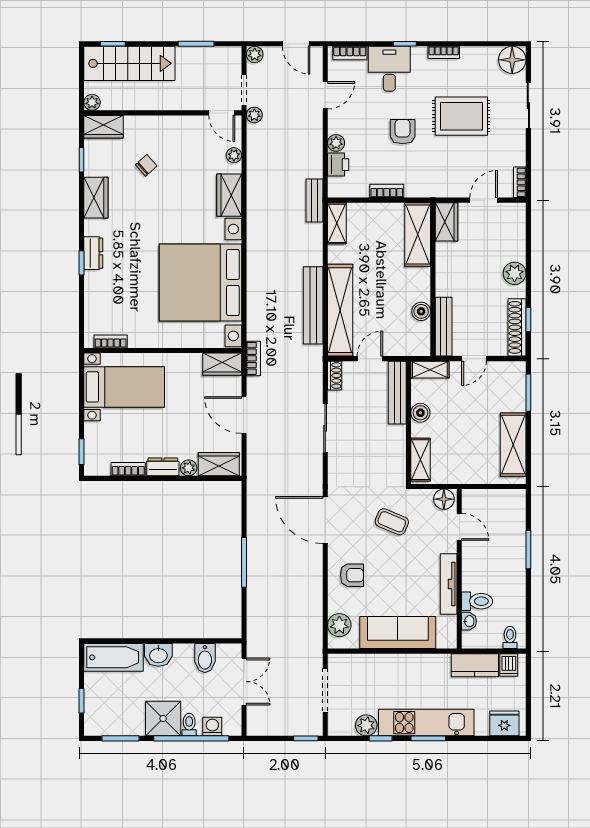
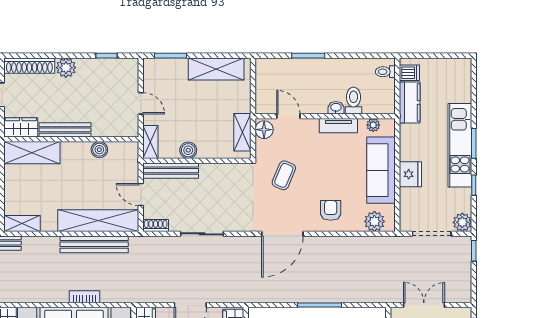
bench: (444, 327) -> (65, 130), moved
shoe rack: (517, 327) -> (29, 66), moved
bookcase: (253, 358) -> (84, 297), moved
shelving: (421, 460) -> (242, 132), moved, turned 90
door: (459, 527) -> (288, 116), hinge flipped
tv unit: (449, 584) -> (338, 126), width x0.71
washbasin: (469, 621) -> (336, 108), moved
plant: (449, 624) -> (373, 125), added
fridge: (504, 723) -> (410, 174), moved, turned 180
plant: (366, 725) -> (462, 222), moved

